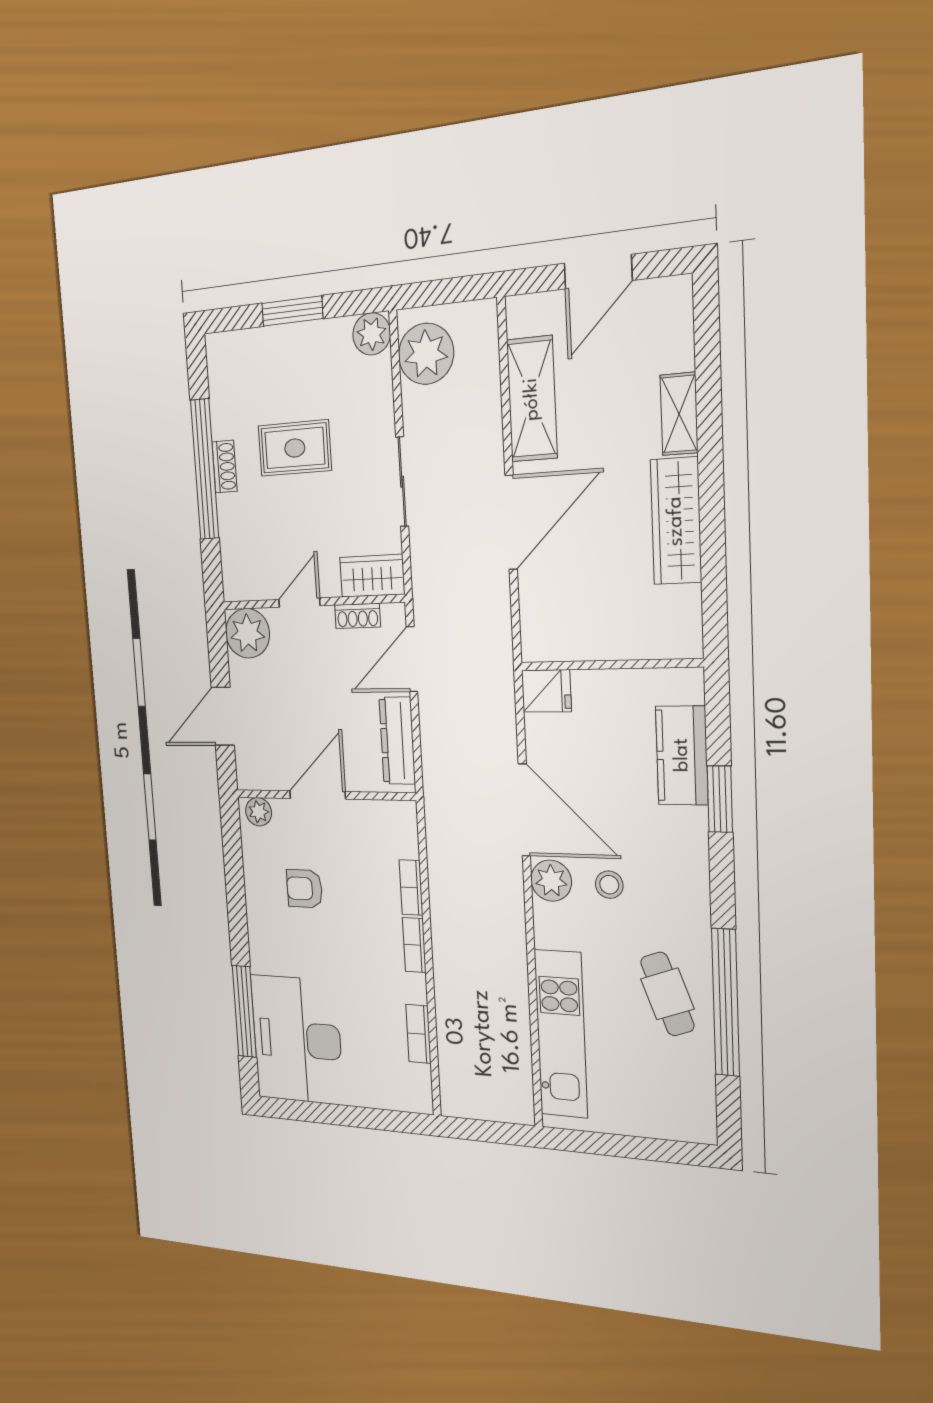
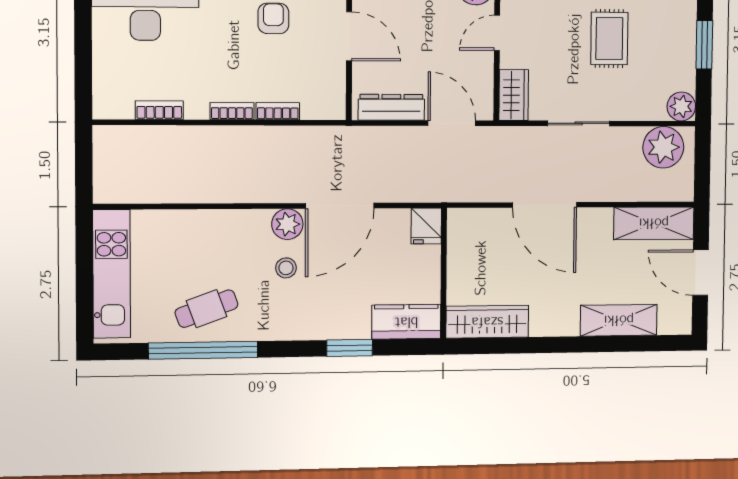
shelving: (532, 399) -> (654, 223), moved
shelving: (679, 414) -> (619, 320), width x1.50, depth x1.33
wardrobe: (676, 521) -> (487, 322), moved
door: (299, 603) -> (497, 33), swing flipped
shoe rack: (358, 616) -> (485, 81), removed
kitchen counter: (682, 755) -> (406, 322), moved
kitchen unit: (561, 1034) -> (112, 274), moved, turned -90

